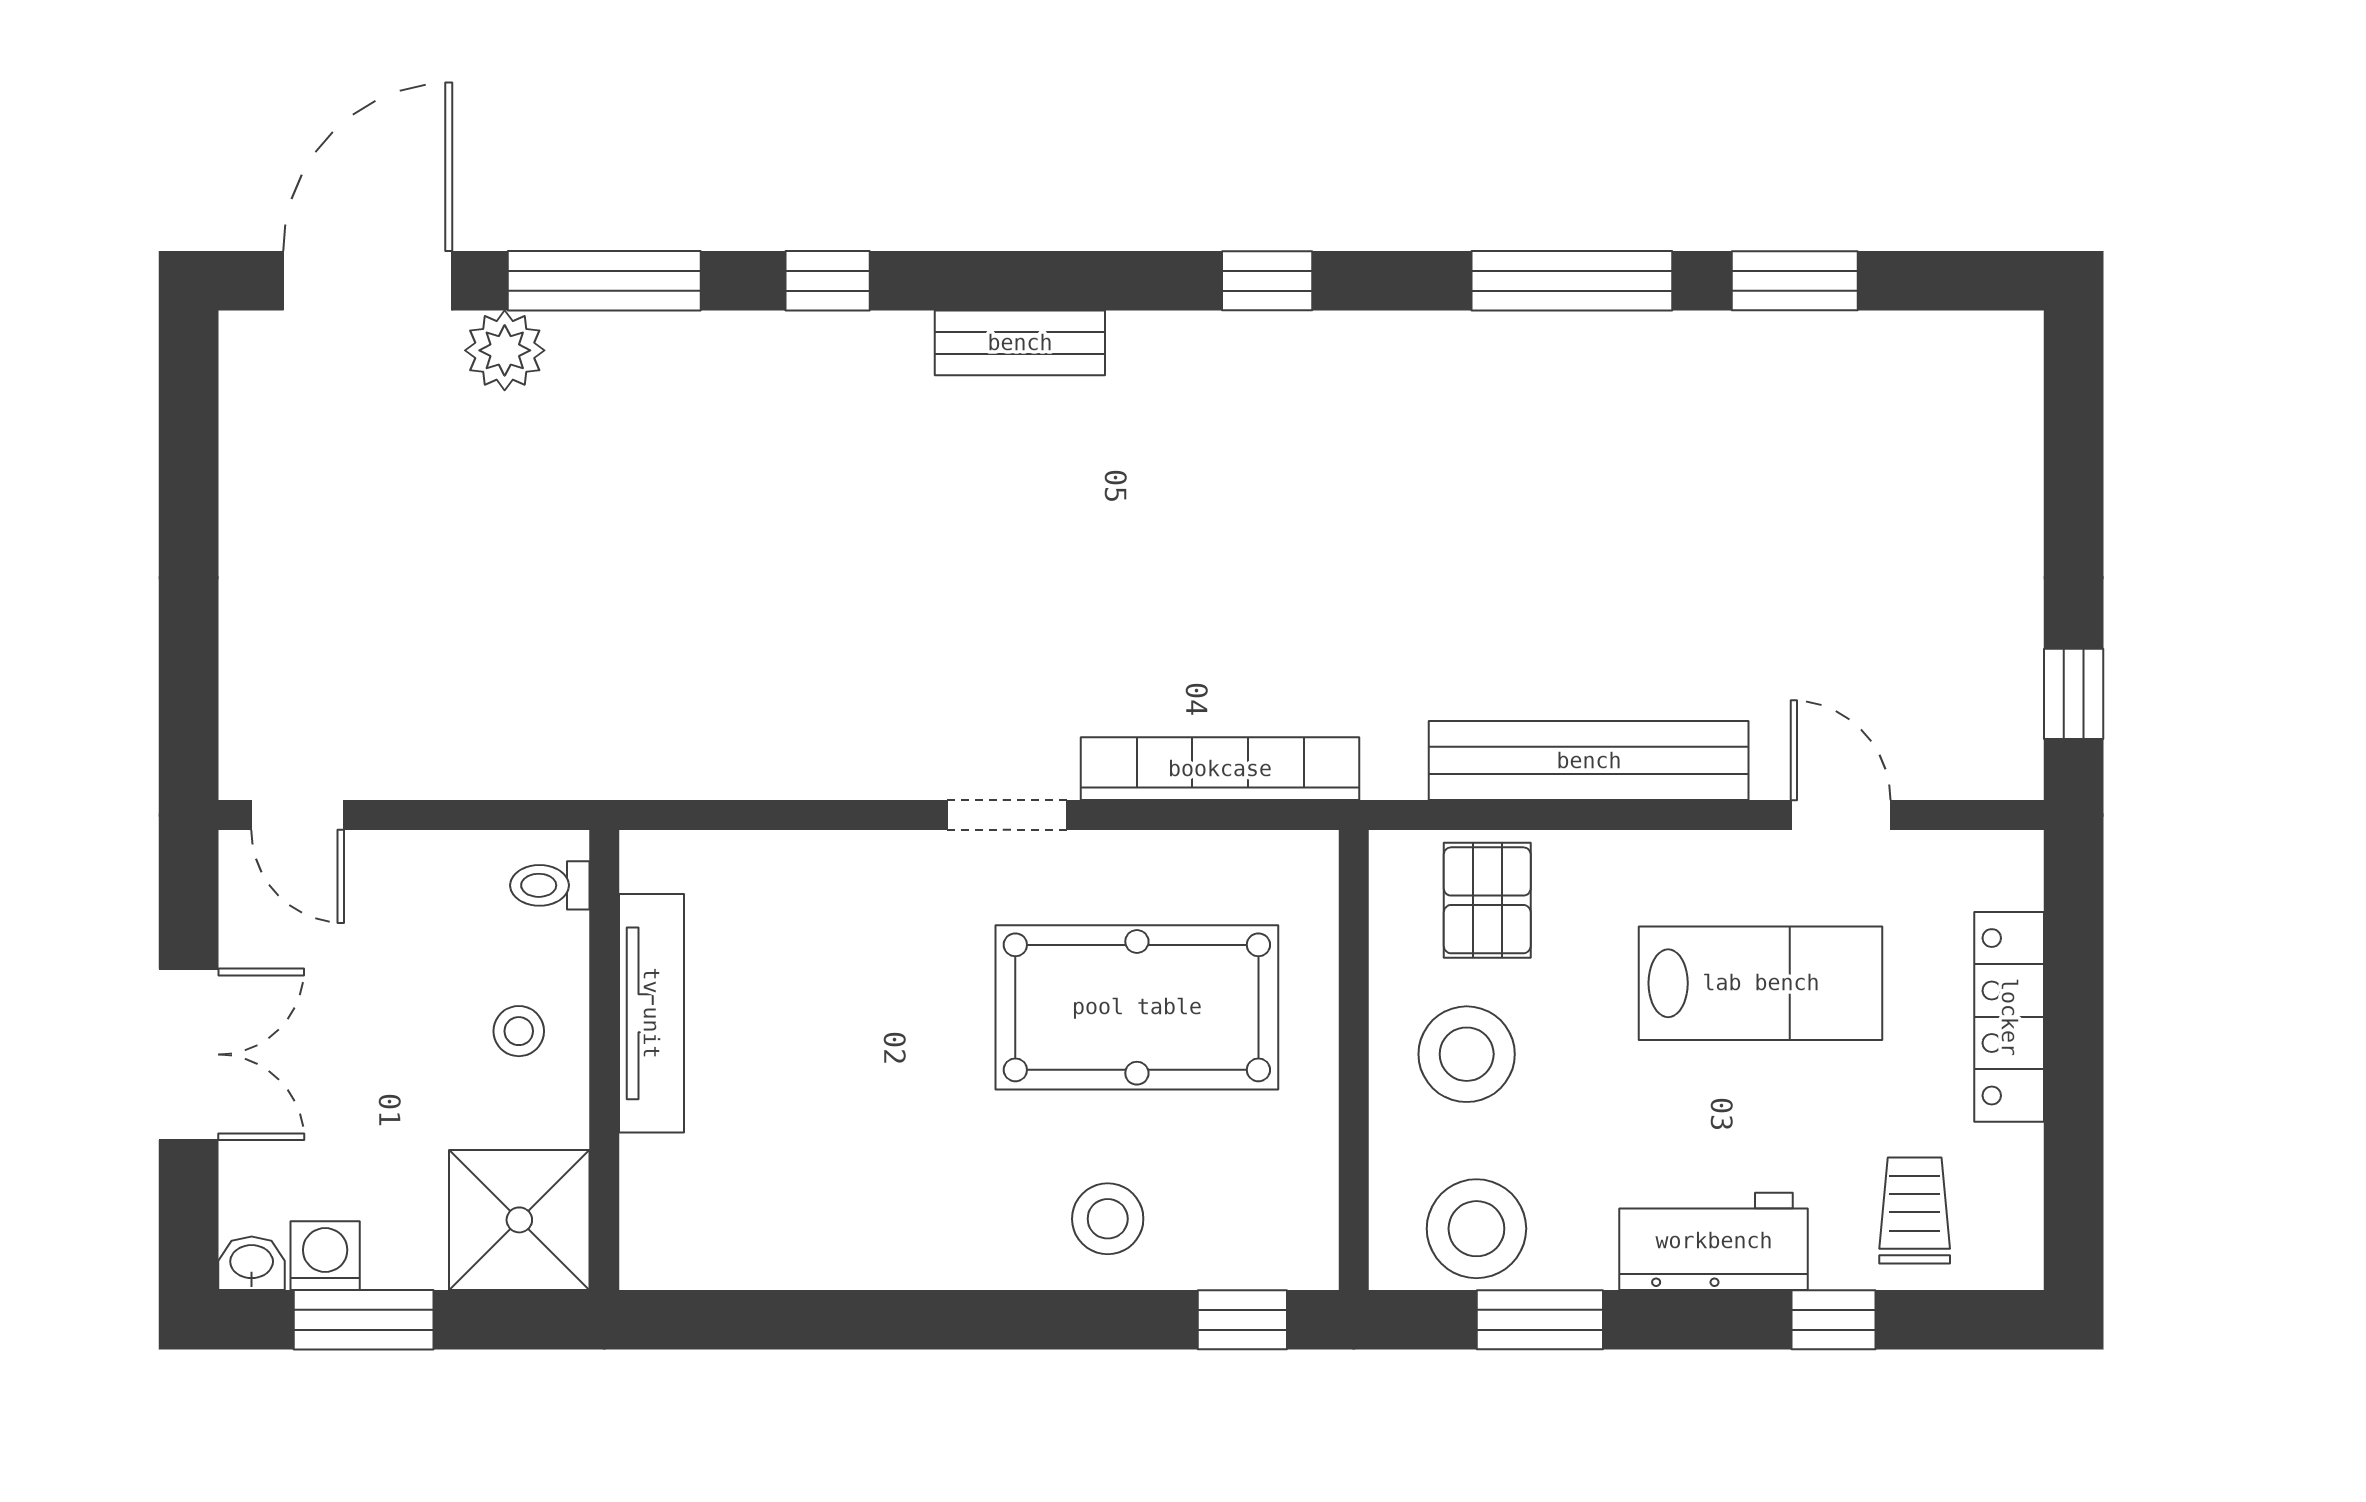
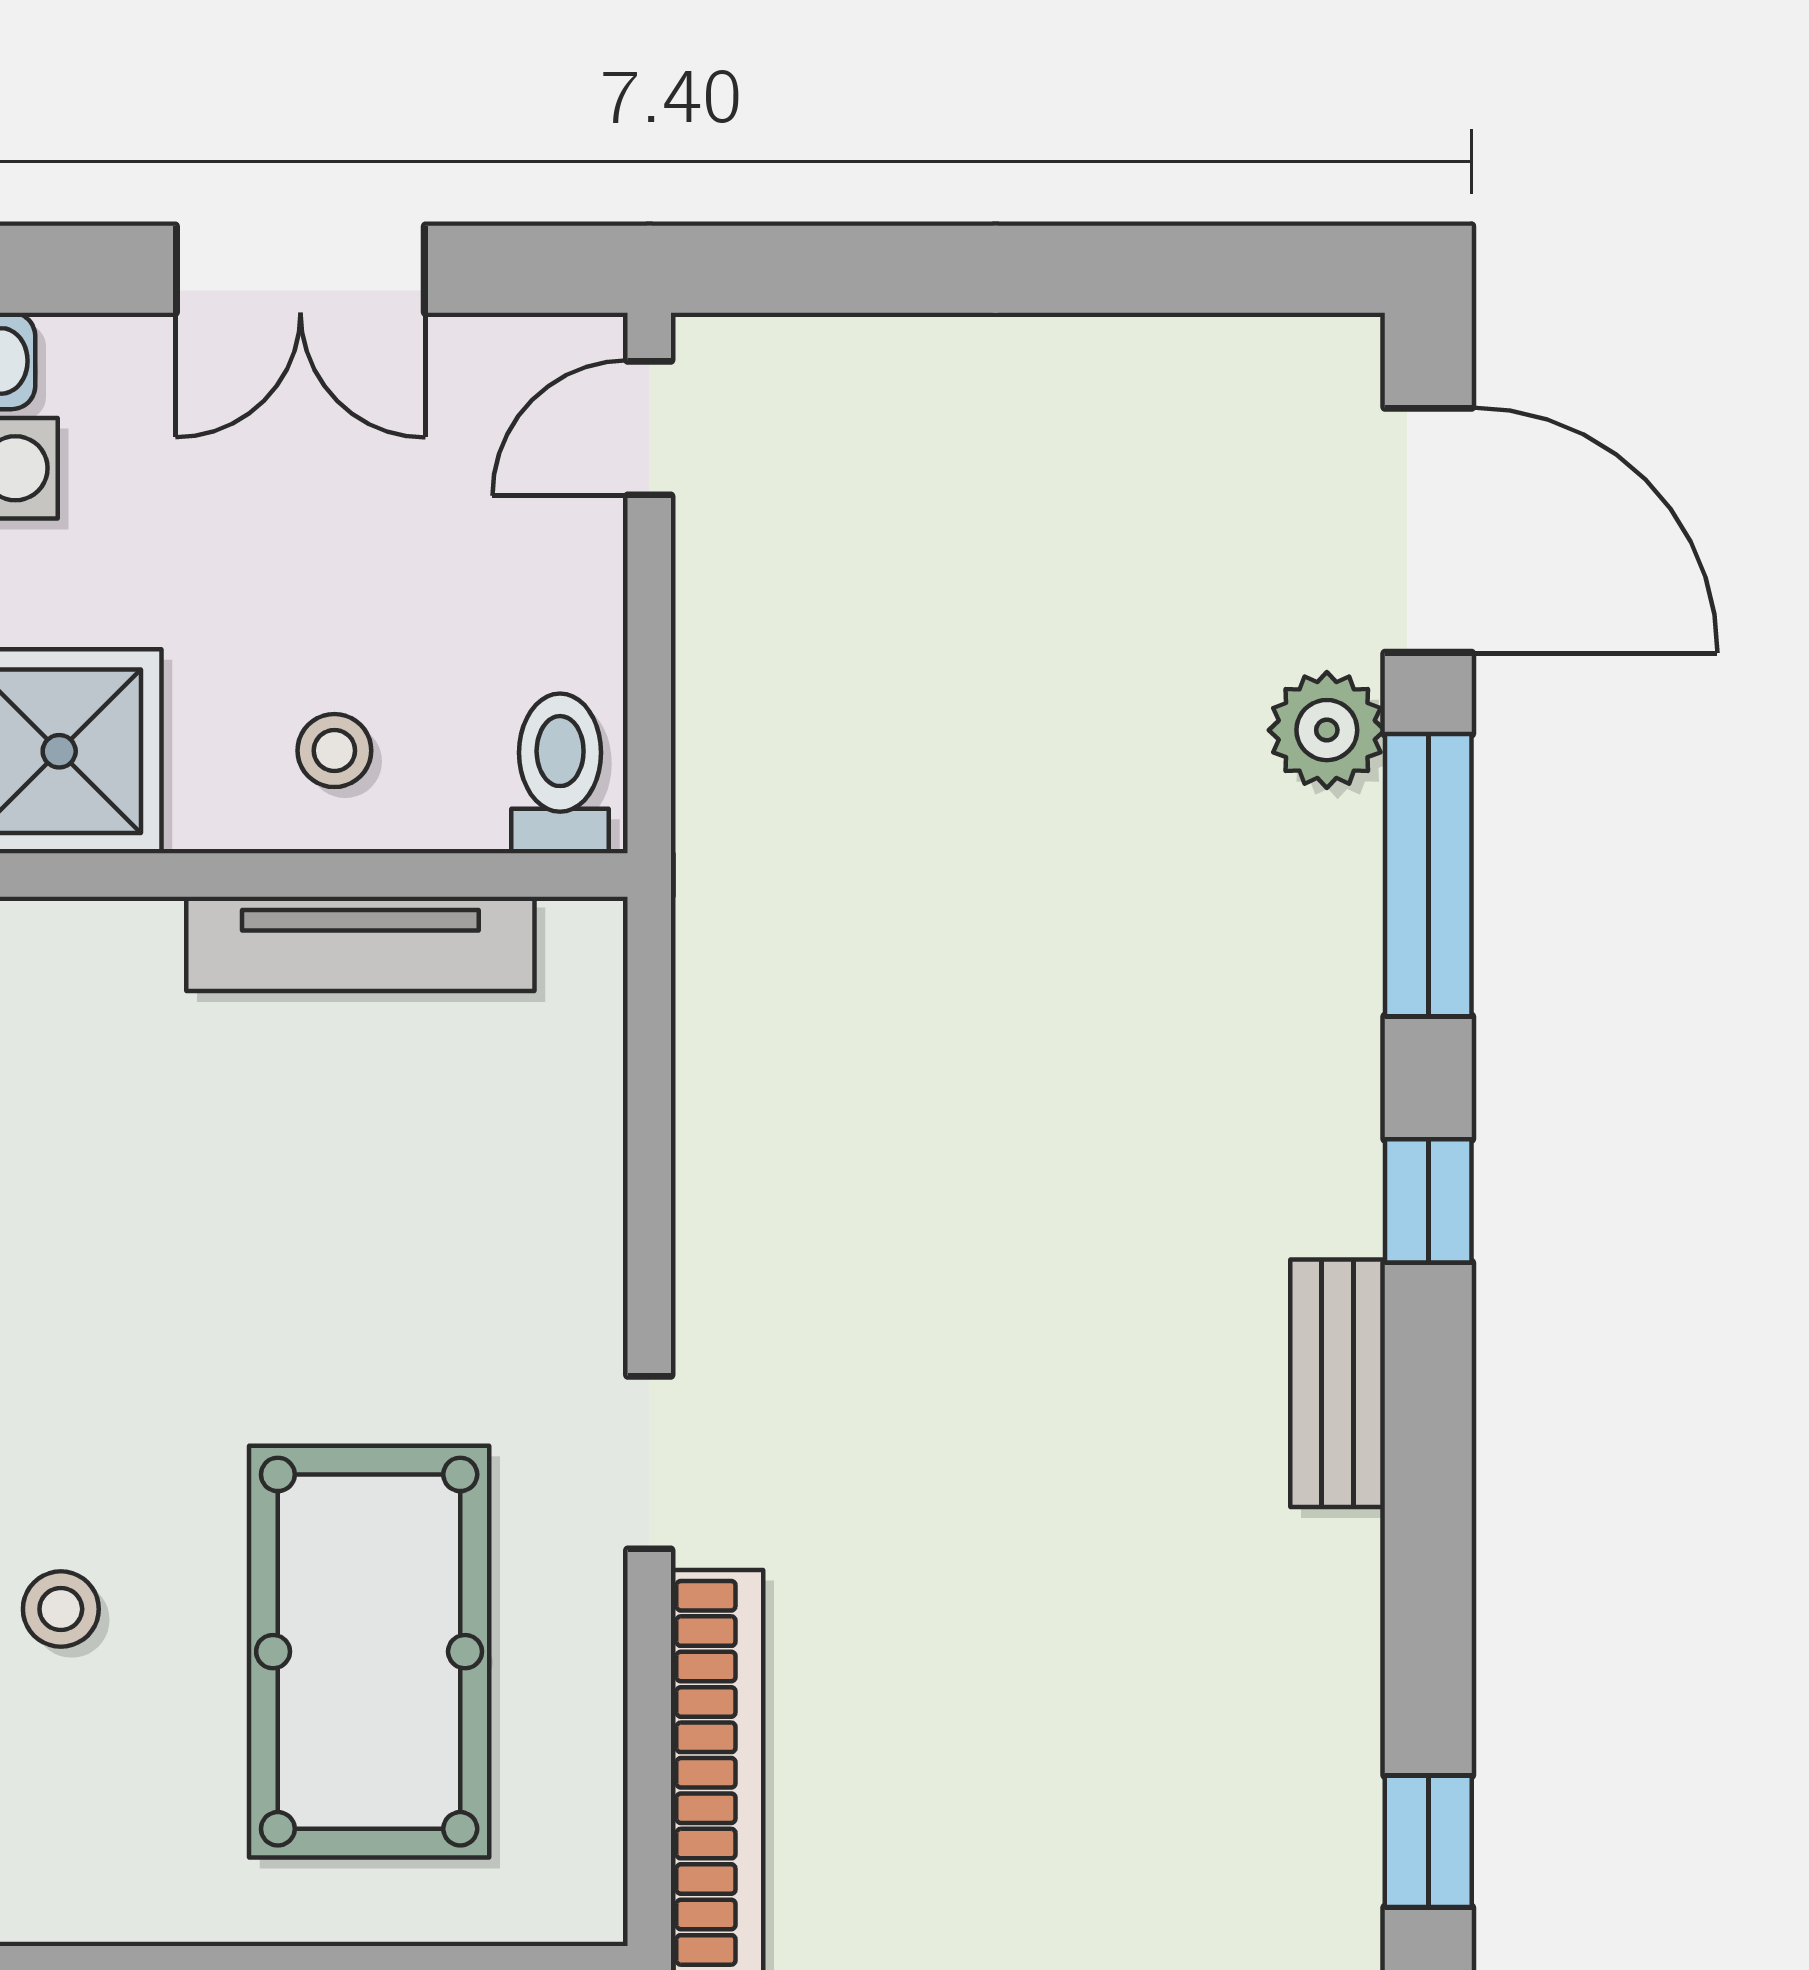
bench: (1020, 343) -> (1338, 1383), moved
toilet: (550, 885) -> (560, 773), width x1.37, depth x1.39
stool: (1108, 1219) -> (61, 1609), width x0.73, depth x0.73

